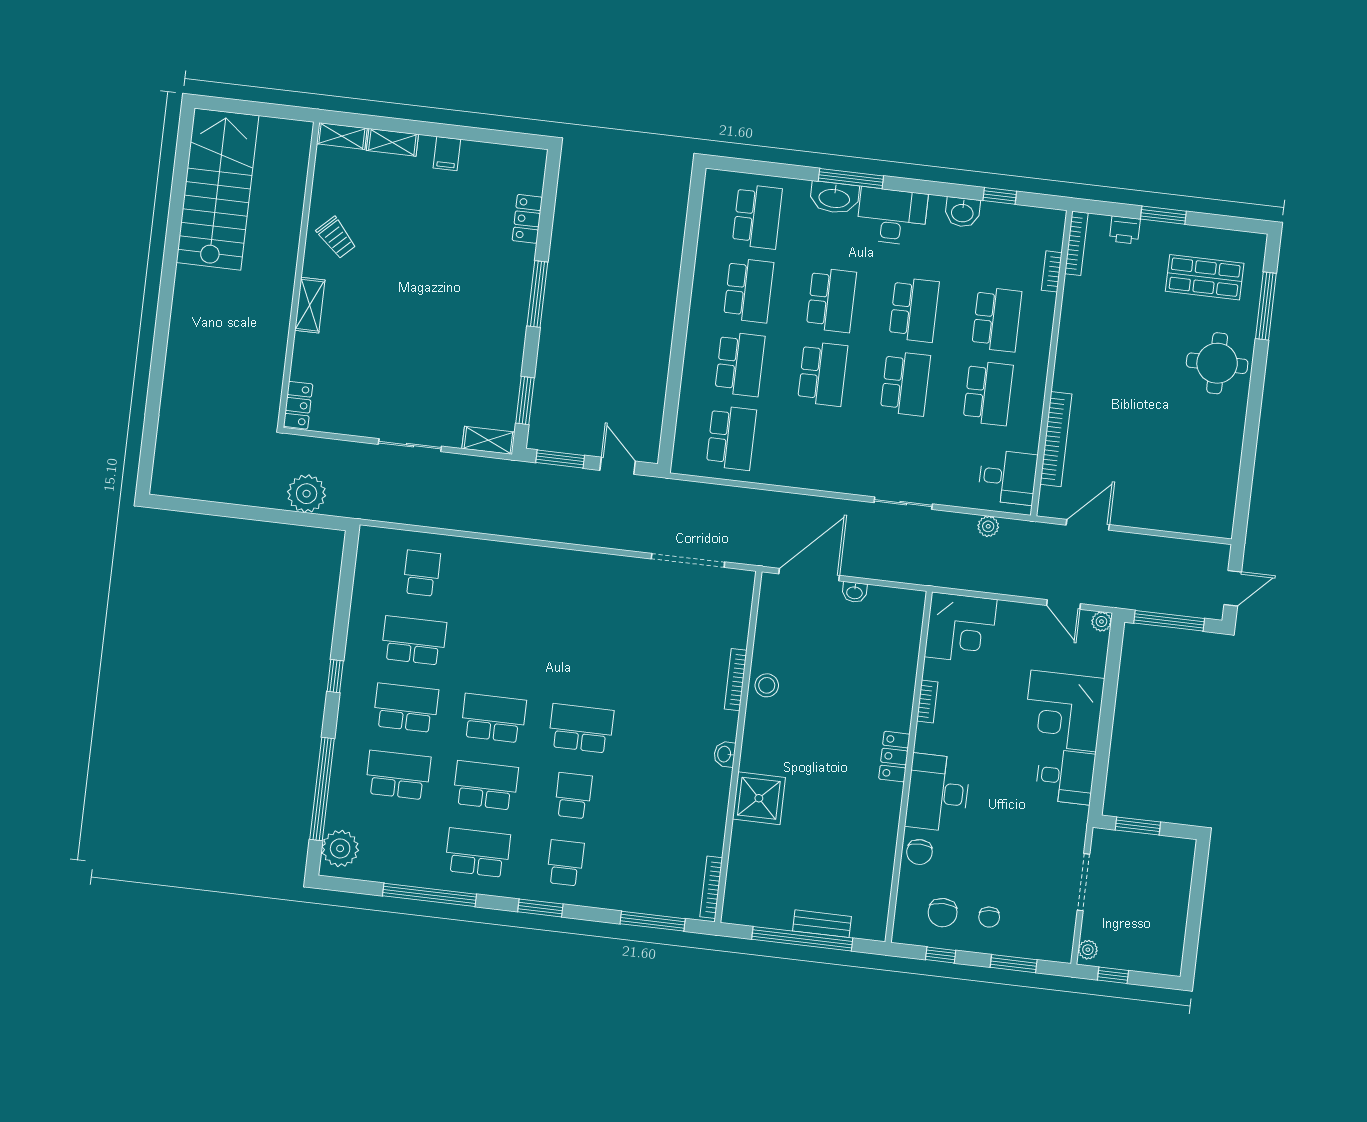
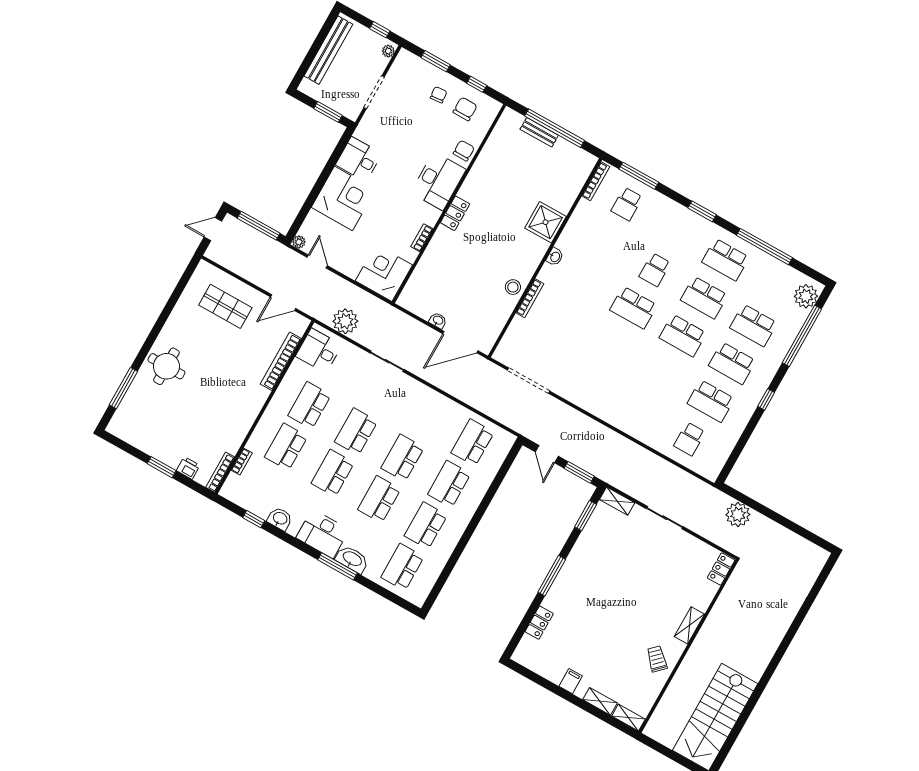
shop shelf: (1205, 277) -> (225, 306), moved
plant: (988, 526) -> (345, 321), width x1.87, depth x1.87
school desk: (565, 863) -> (627, 204), moved
bench: (1174, 915) -> (328, 50), added

